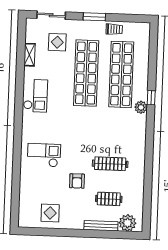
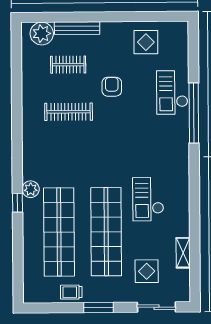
checkout: (35, 96) -> (148, 199), moved
checkout: (44, 155) -> (172, 92), moved, turned 90
window: (17, 159) -> (194, 113), added

